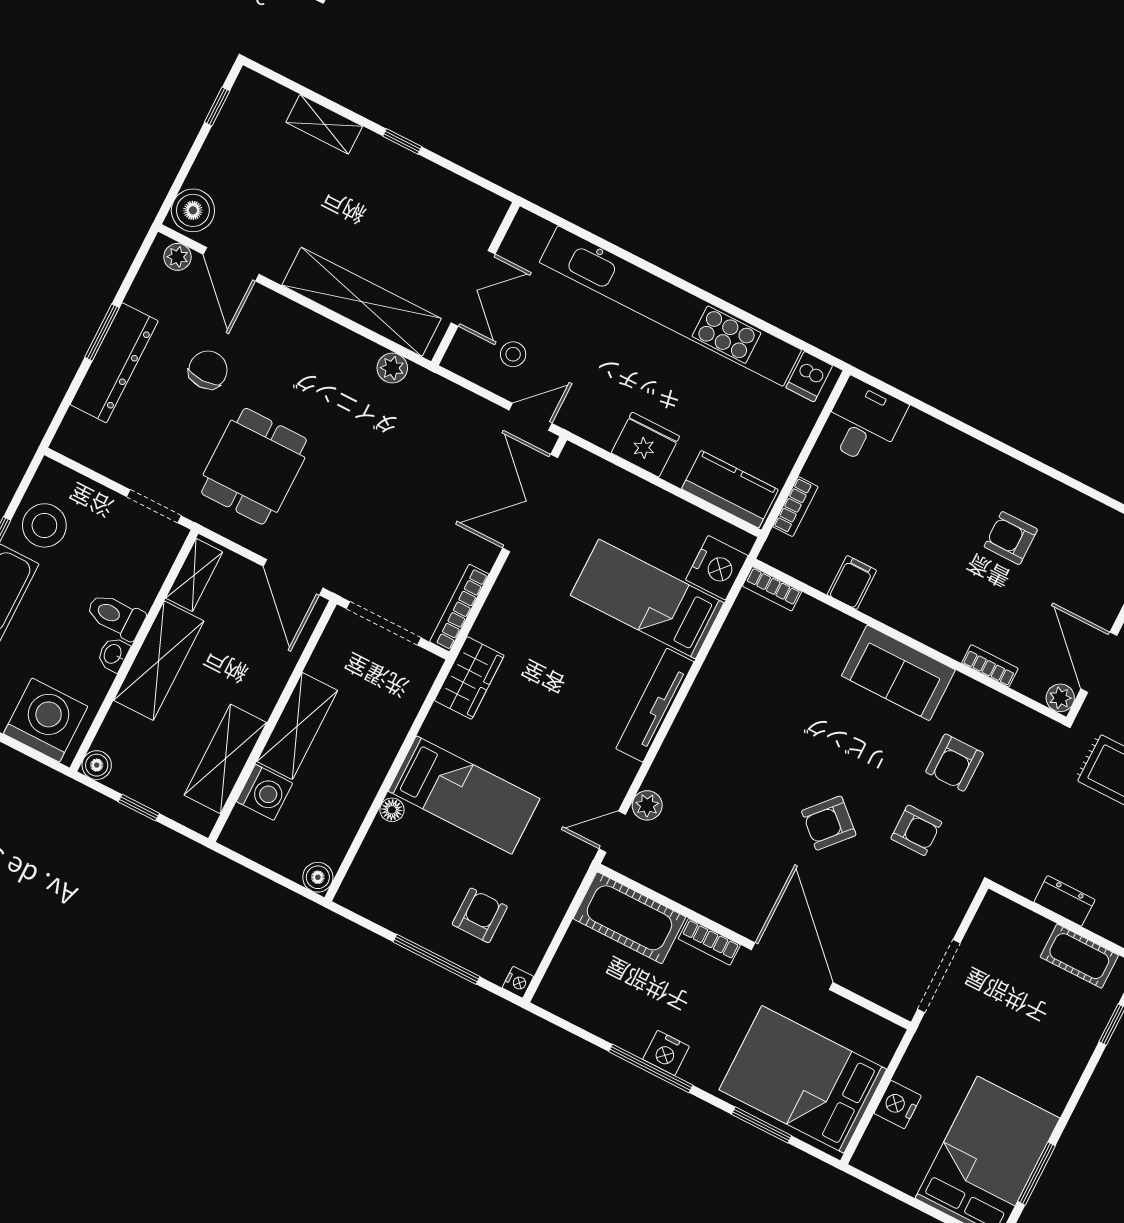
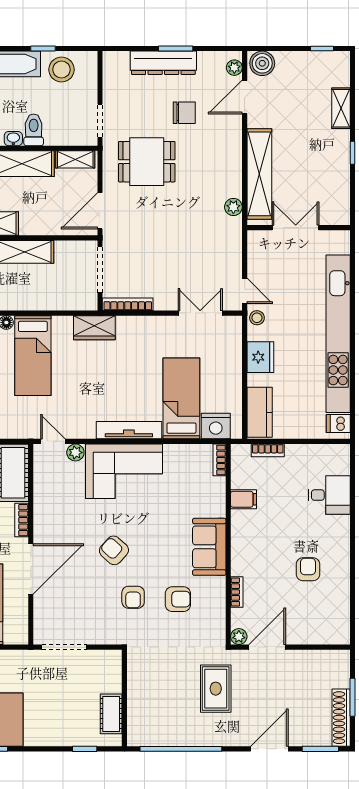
double door: (473, 288) -> (296, 228), swing flipped
stool: (513, 354) -> (257, 318), moved
desk: (864, 422) -> (329, 495), moved
double door: (530, 503) -> (200, 313), width x0.73
corner sofa: (714, 745) -> (124, 471), added
armchair: (954, 763) -> (178, 599), turned 180
dresser: (1064, 901) -> (136, 692), removed

